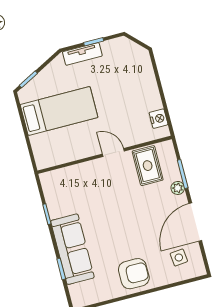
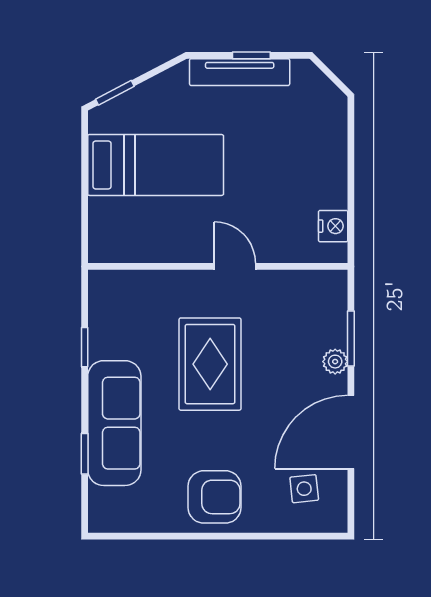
tv unit: (82, 54) -> (240, 72), width x1.41
rug: (148, 166) -> (210, 364), moved, width x1.36, depth x1.43

